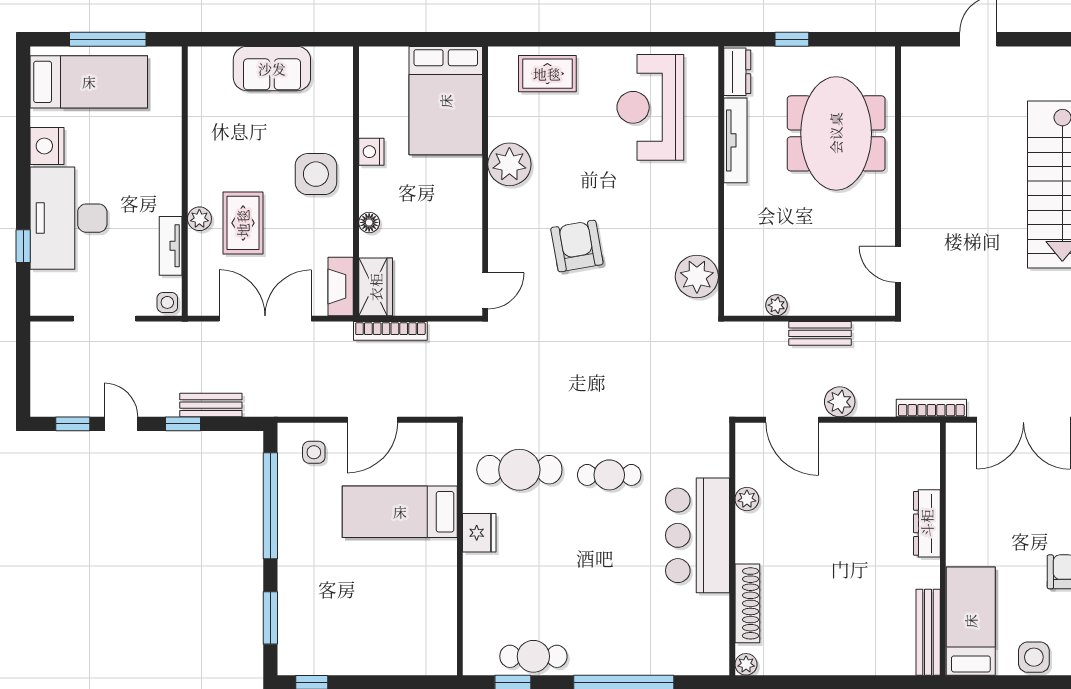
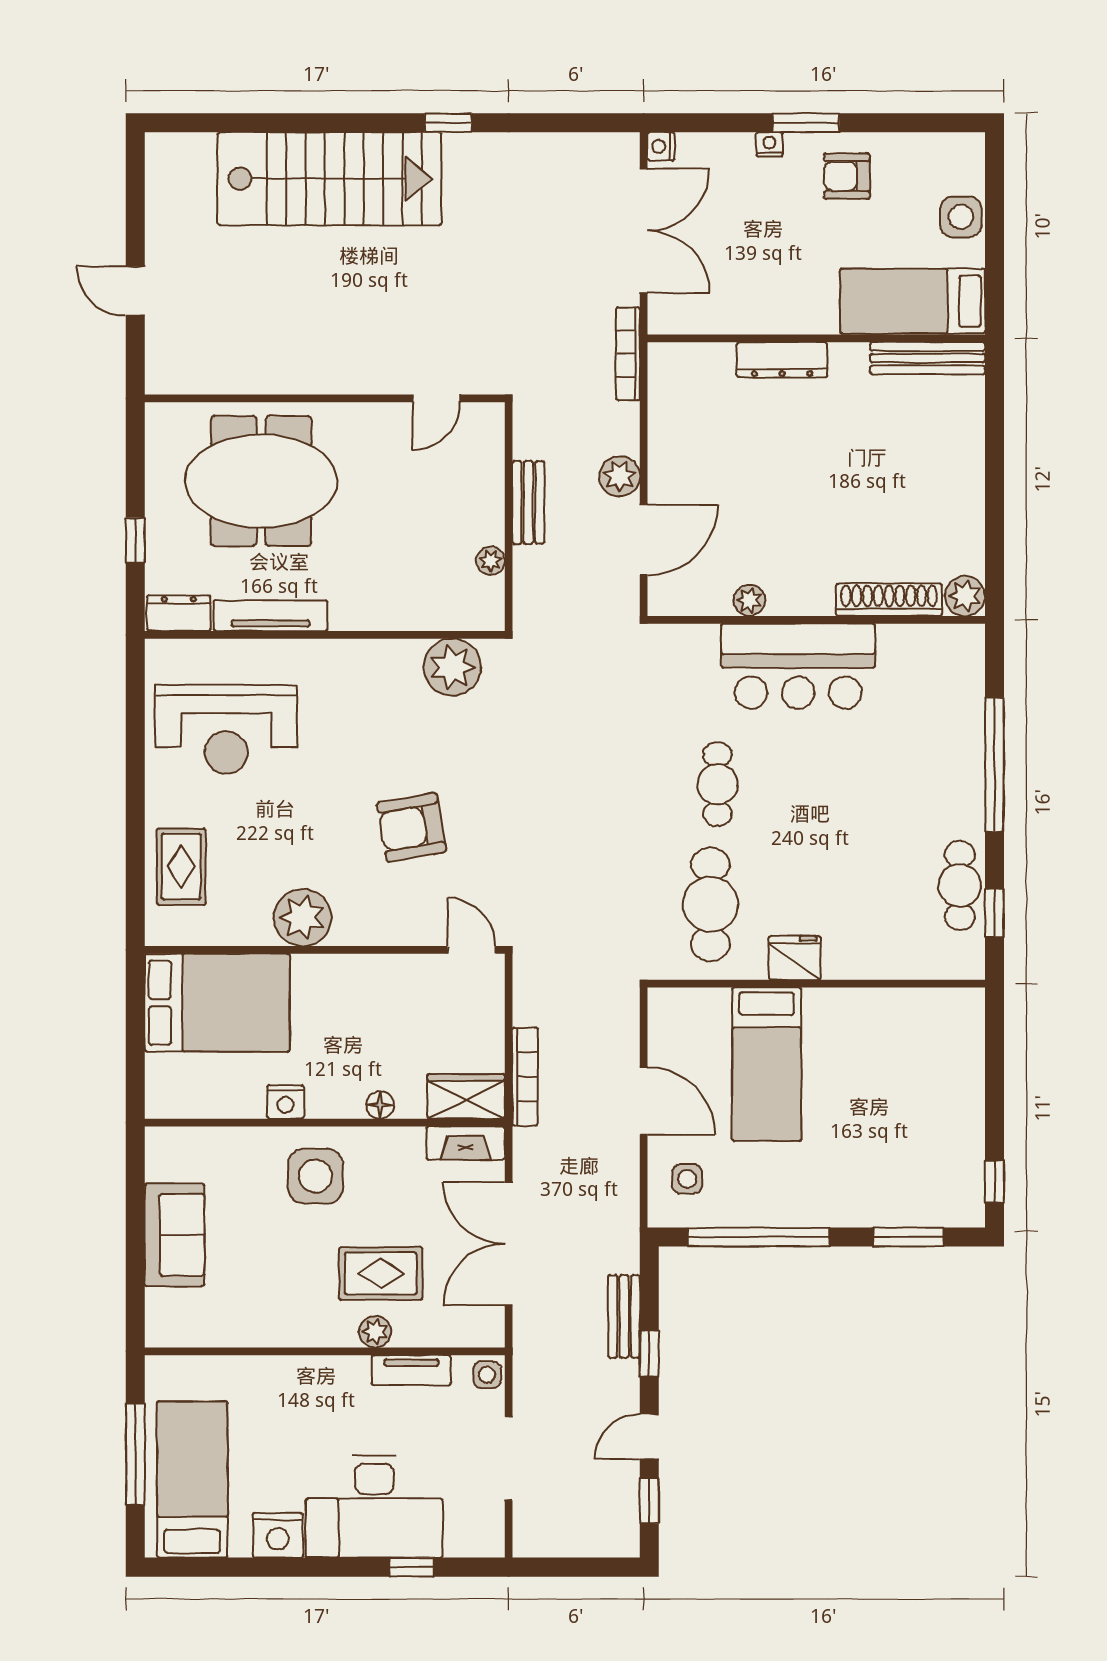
plant: (746, 664) -> (965, 596), width x1.38, depth x1.38

